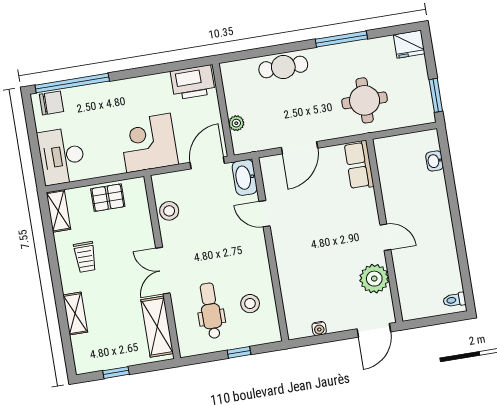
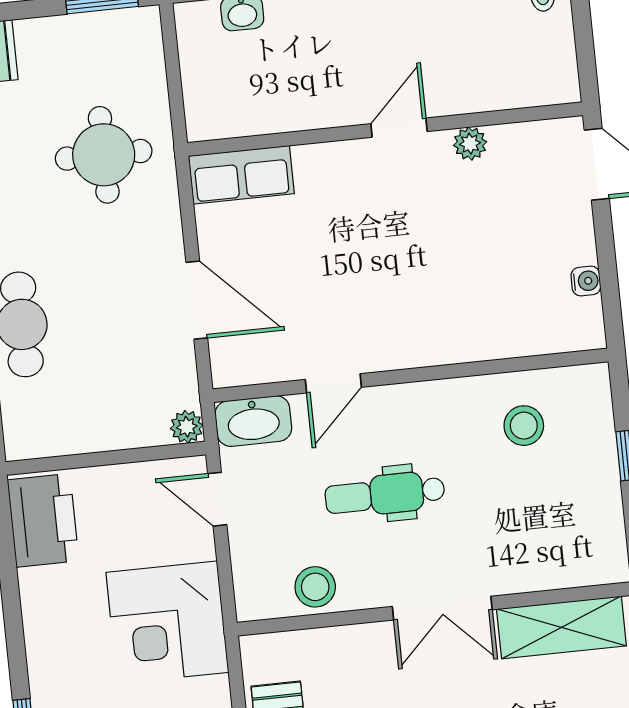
plant: (236, 123) -> (187, 427), moved
door: (207, 163) -> (217, 499), width x0.73
plant: (374, 279) -> (470, 144), width x0.53, depth x0.53
dental chair: (211, 311) -> (385, 494), moved

